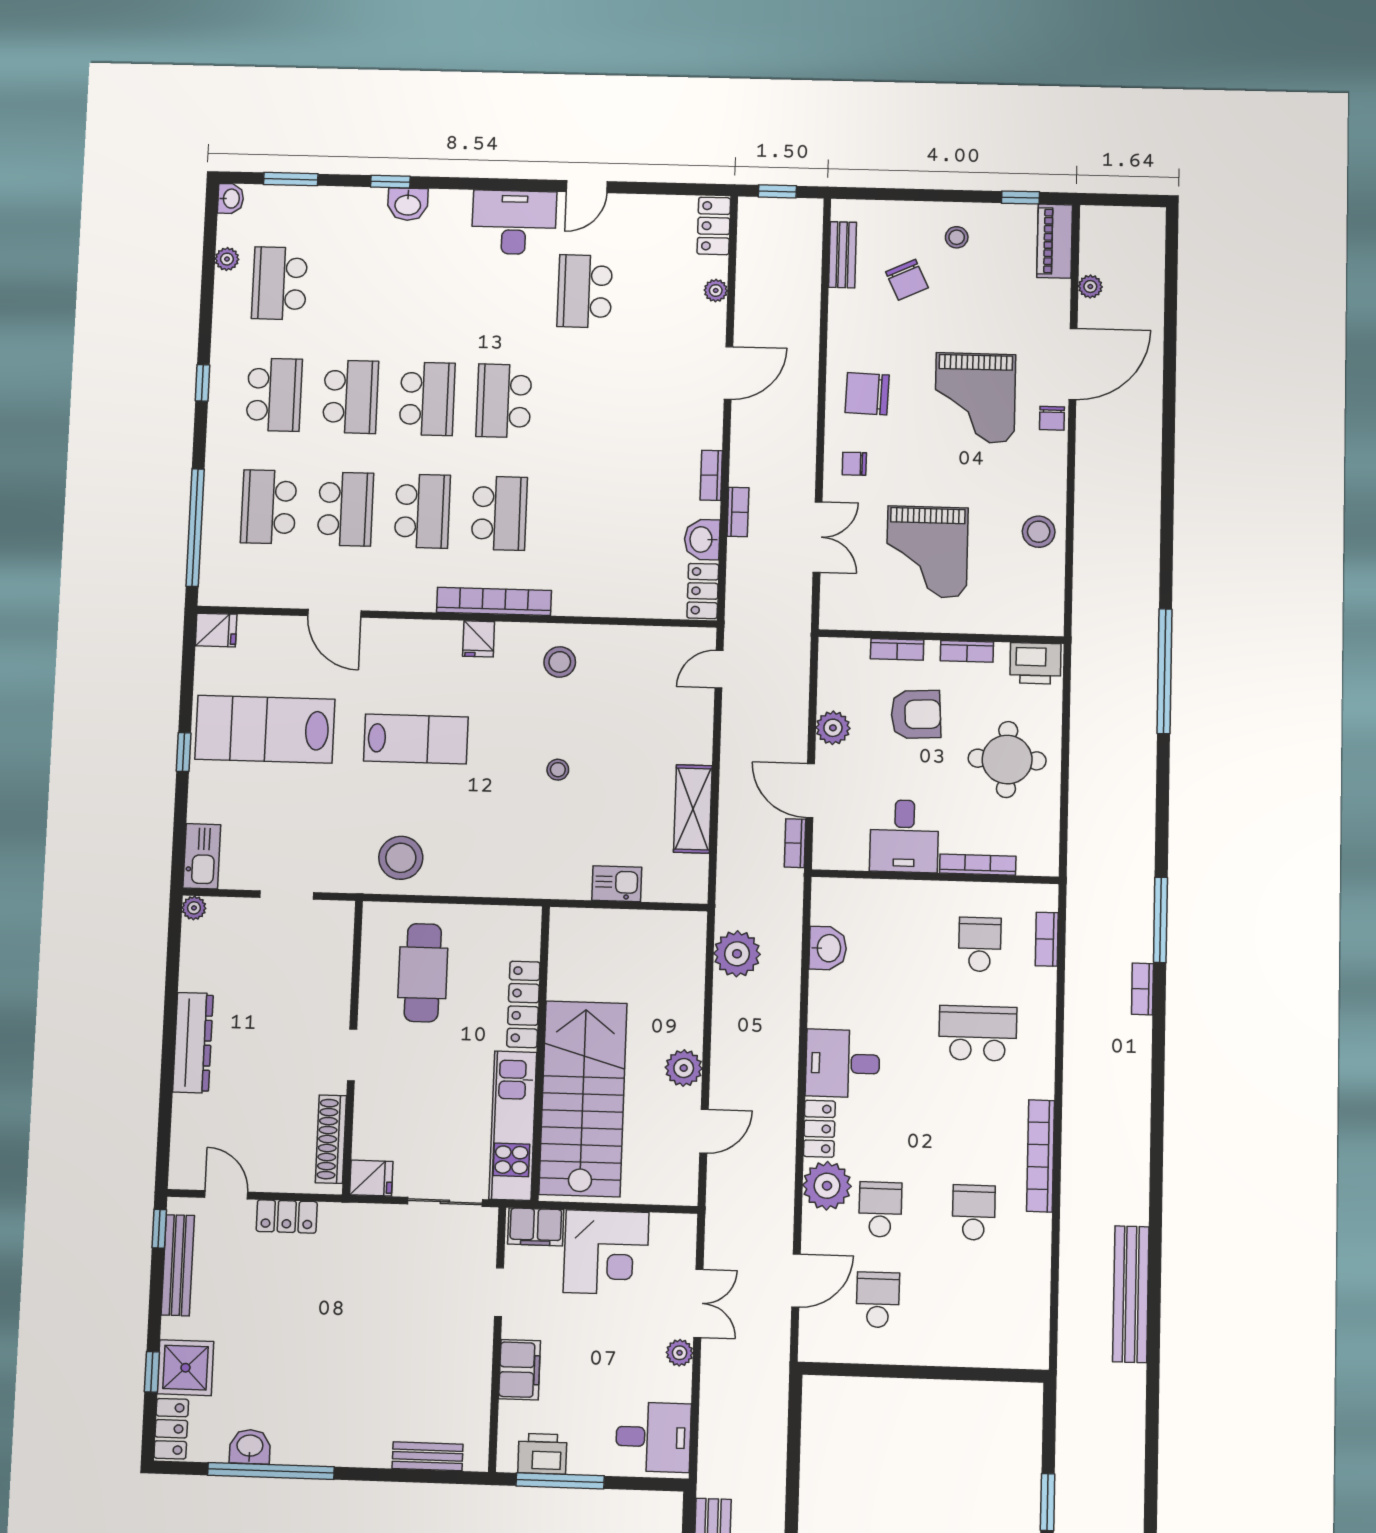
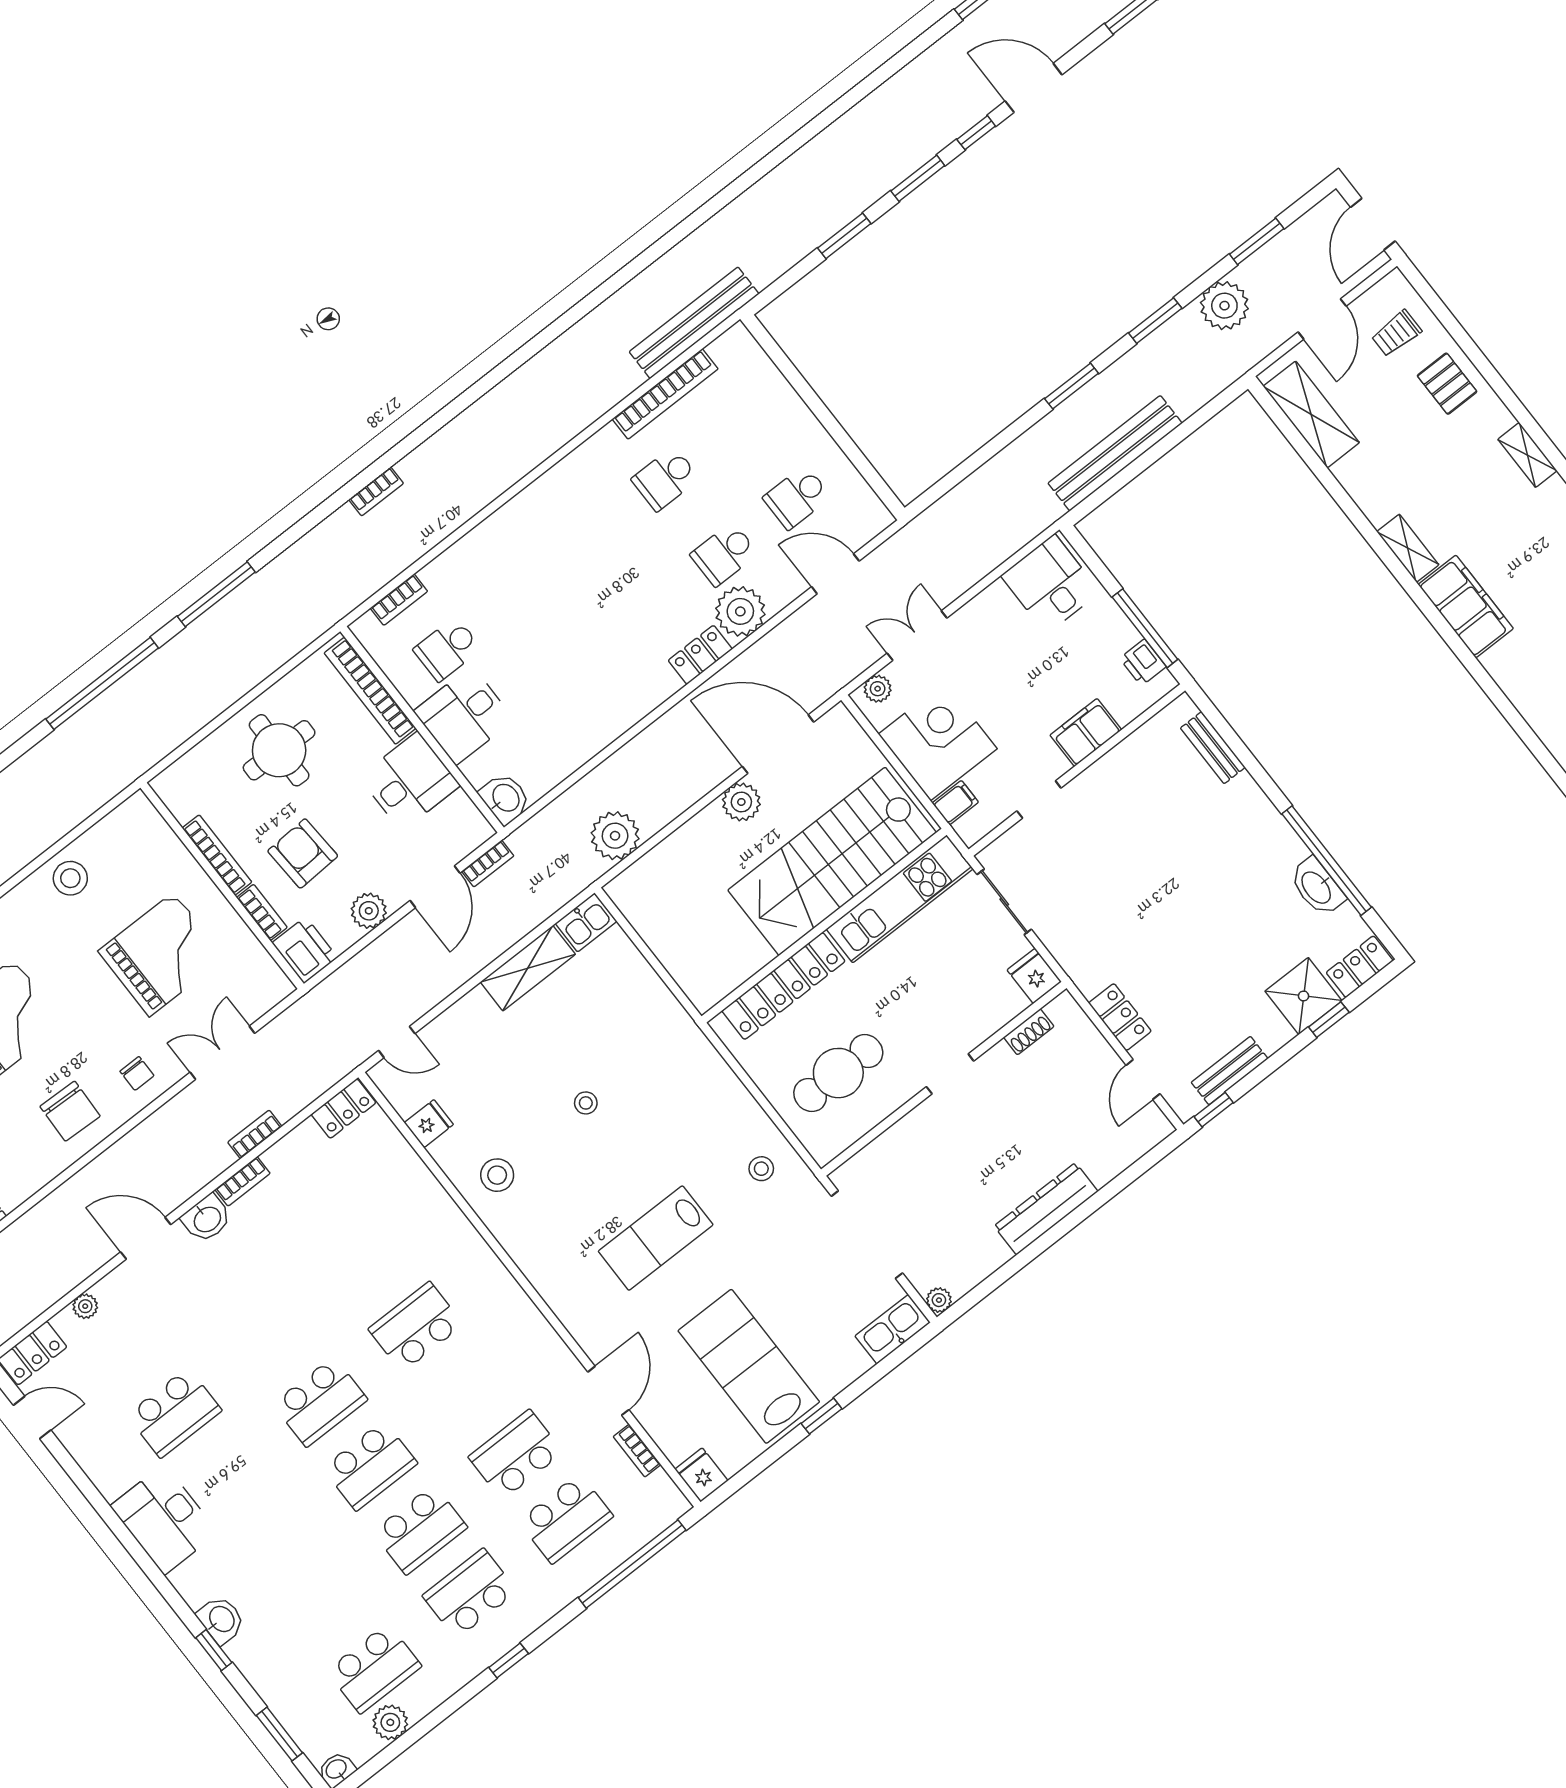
door: (587, 187) -> (32, 1418), moved
plant: (227, 259) -> (390, 1722), width x1.38, depth x1.38
school desk: (351, 397) -> (420, 1530), turned 180
school desk: (427, 399) -> (370, 1466), turned 180
school desk: (422, 511) -> (466, 1391), removed
washbasin: (702, 539) -> (207, 1219), moved
bookcase: (494, 601) -> (637, 1451), moved, width x0.43, depth x0.76
fridge: (479, 639) -> (429, 1124), moved
bookcase: (967, 651) -> (217, 855), width x1.56
printer: (1035, 663) -> (305, 950), moved
lab bench: (265, 729) -> (749, 1366), turned 180
lab bench: (416, 739) -> (656, 1238), turned -90
stool: (401, 858) -> (761, 1169), width x0.53, depth x0.53
bookcase: (978, 865) -> (370, 691), width x1.48, depth x1.31
kitchen sink: (617, 884) -> (586, 922), moved, turned -90
doorway: (287, 895) -> (867, 1235), width x1.88
window: (1160, 920) -> (216, 594), moved
washbasin: (828, 948) -> (505, 798), moved, turned 90
locker: (523, 1004) -> (783, 986), width x1.41, depth x1.21
school desk: (978, 1033) -> (520, 592), removed
desk: (843, 1063) -> (464, 715), moved, turned 90
door: (704, 1131) -> (778, 744), width x1.88
shoe rack: (331, 1139) -> (1029, 1032), width x0.51, depth x0.81
bookcase: (1041, 1156) -> (665, 394), moved
filing cabinet: (536, 1227) -> (955, 803), width x0.50
bench: (178, 1265) -> (1230, 1071), width x0.73
bench: (1131, 1294) -> (694, 323), moved
plant: (680, 1353) -> (878, 689), moved
washbasin: (250, 1447) -> (1317, 887), width x1.38
printer: (542, 1454) -> (1143, 662), width x0.73, depth x0.81

